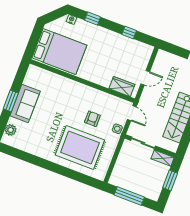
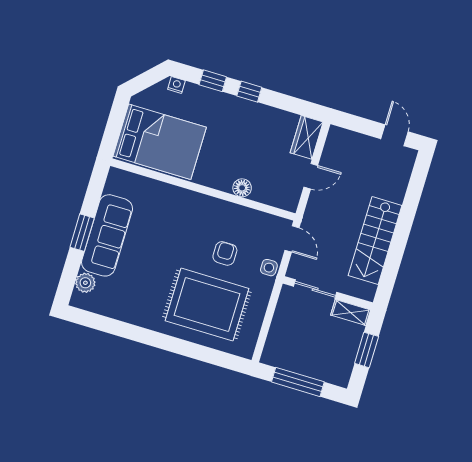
window: (129, 32) -> (249, 92), moved
floor lamp: (105, 82) -> (242, 188), added
wardrobe: (122, 87) -> (307, 137), moved, turned -90
sofa: (25, 103) -> (107, 235), width x1.36

